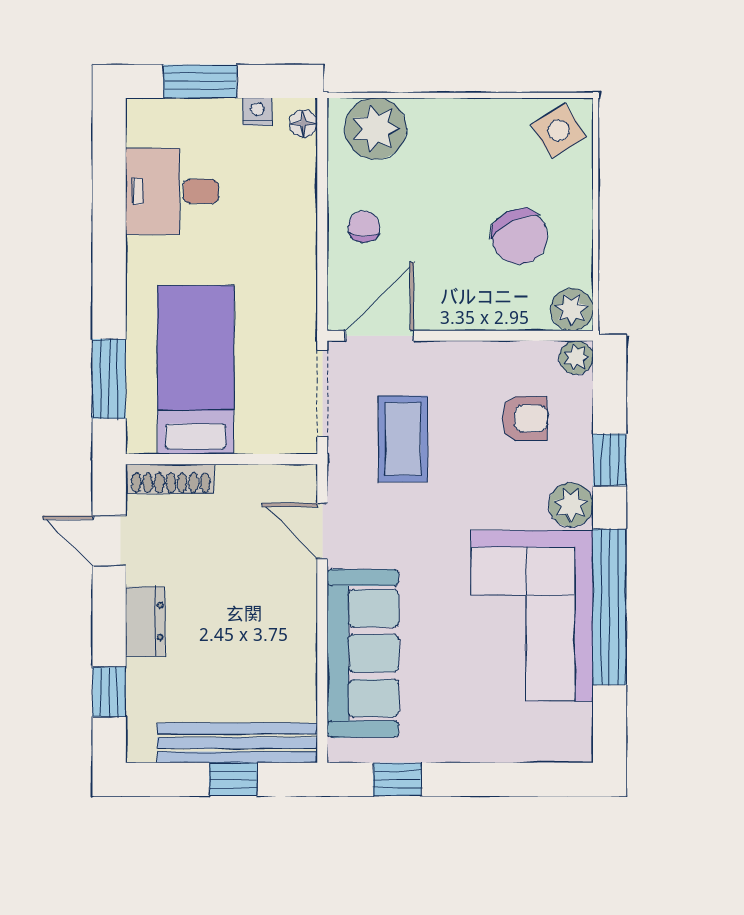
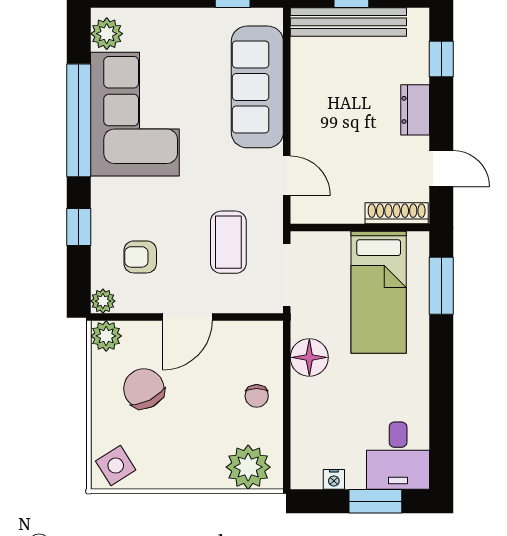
floor lamp: (304, 123) -> (309, 357), moved, width x1.89, depth x1.89
desk: (172, 191) -> (398, 456), moved, turned 90
door: (380, 336) -> (187, 317), moved
plant: (571, 505) -> (107, 34), moved

